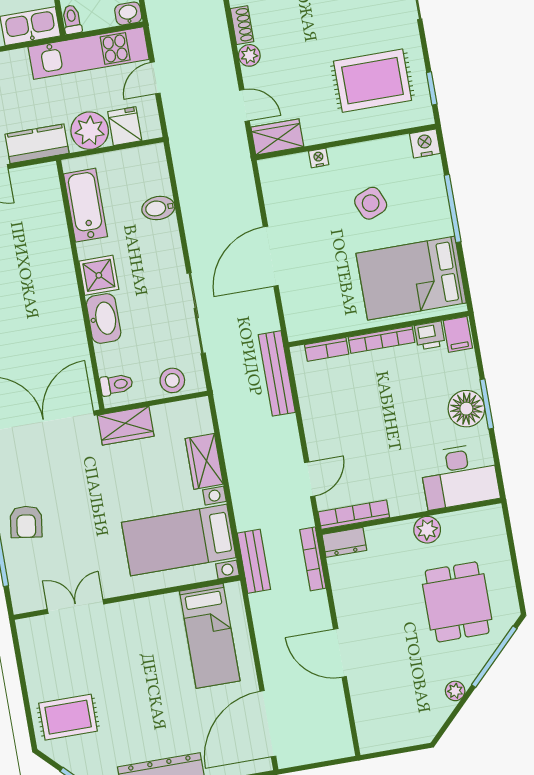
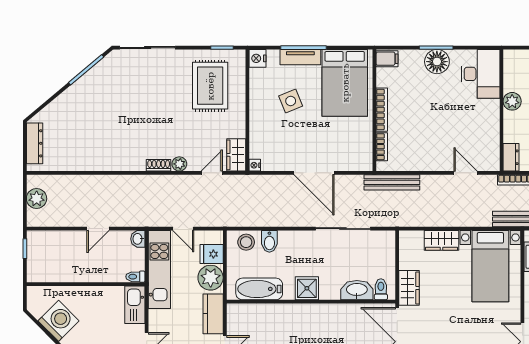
nightstand: (319, 158) -> (255, 165), moved
tv unit: (438, 206) -> (300, 57), added
washbasin: (104, 319) -> (357, 290), moved
printer: (430, 335) -> (385, 77), removed
stool: (172, 380) -> (246, 242), moved
bookcase: (354, 515) -> (494, 148), removed

